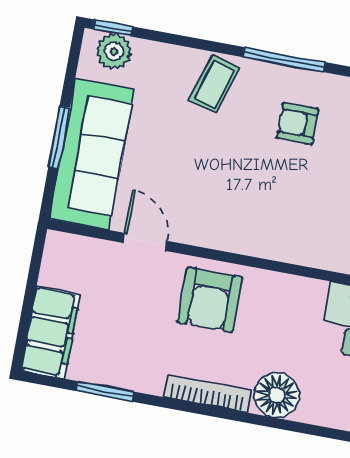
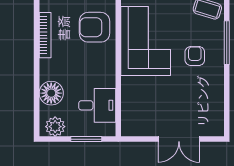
corner sofa: (253, 210) -> (146, 41), added
floor lamp: (277, 395) -> (51, 93), moved

